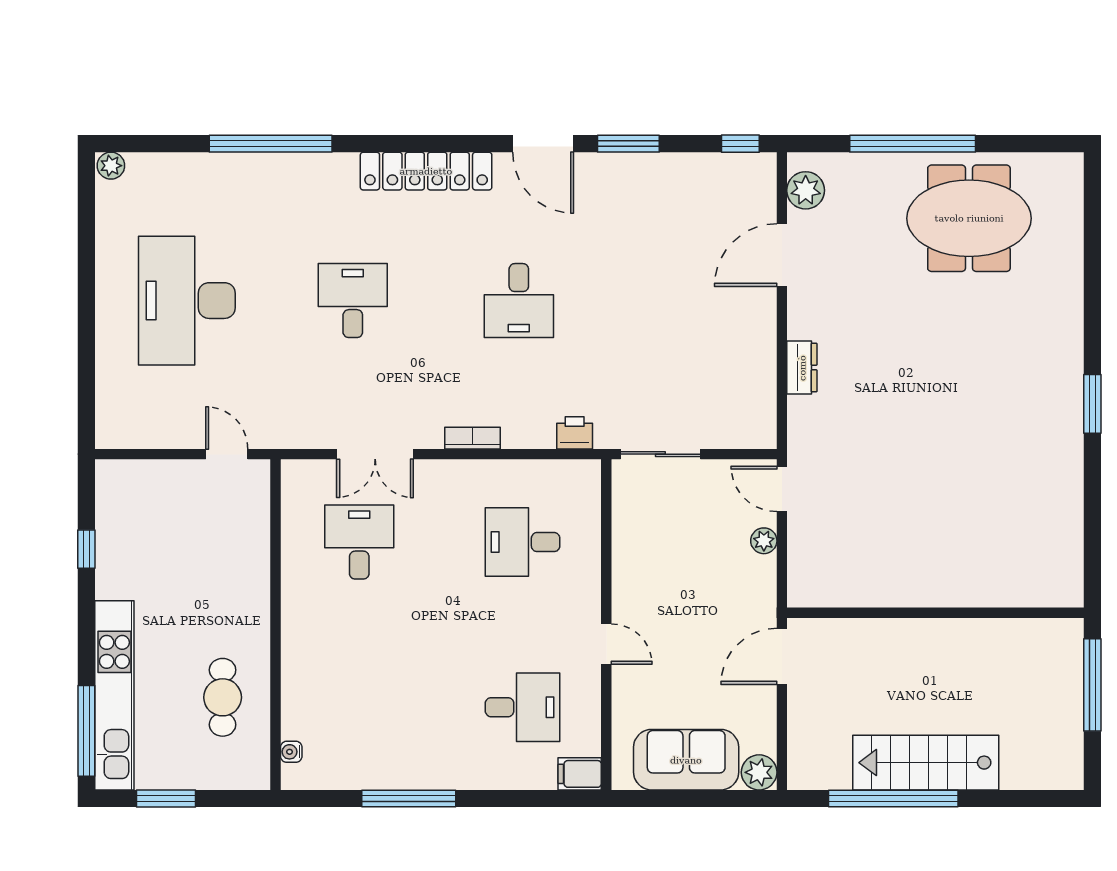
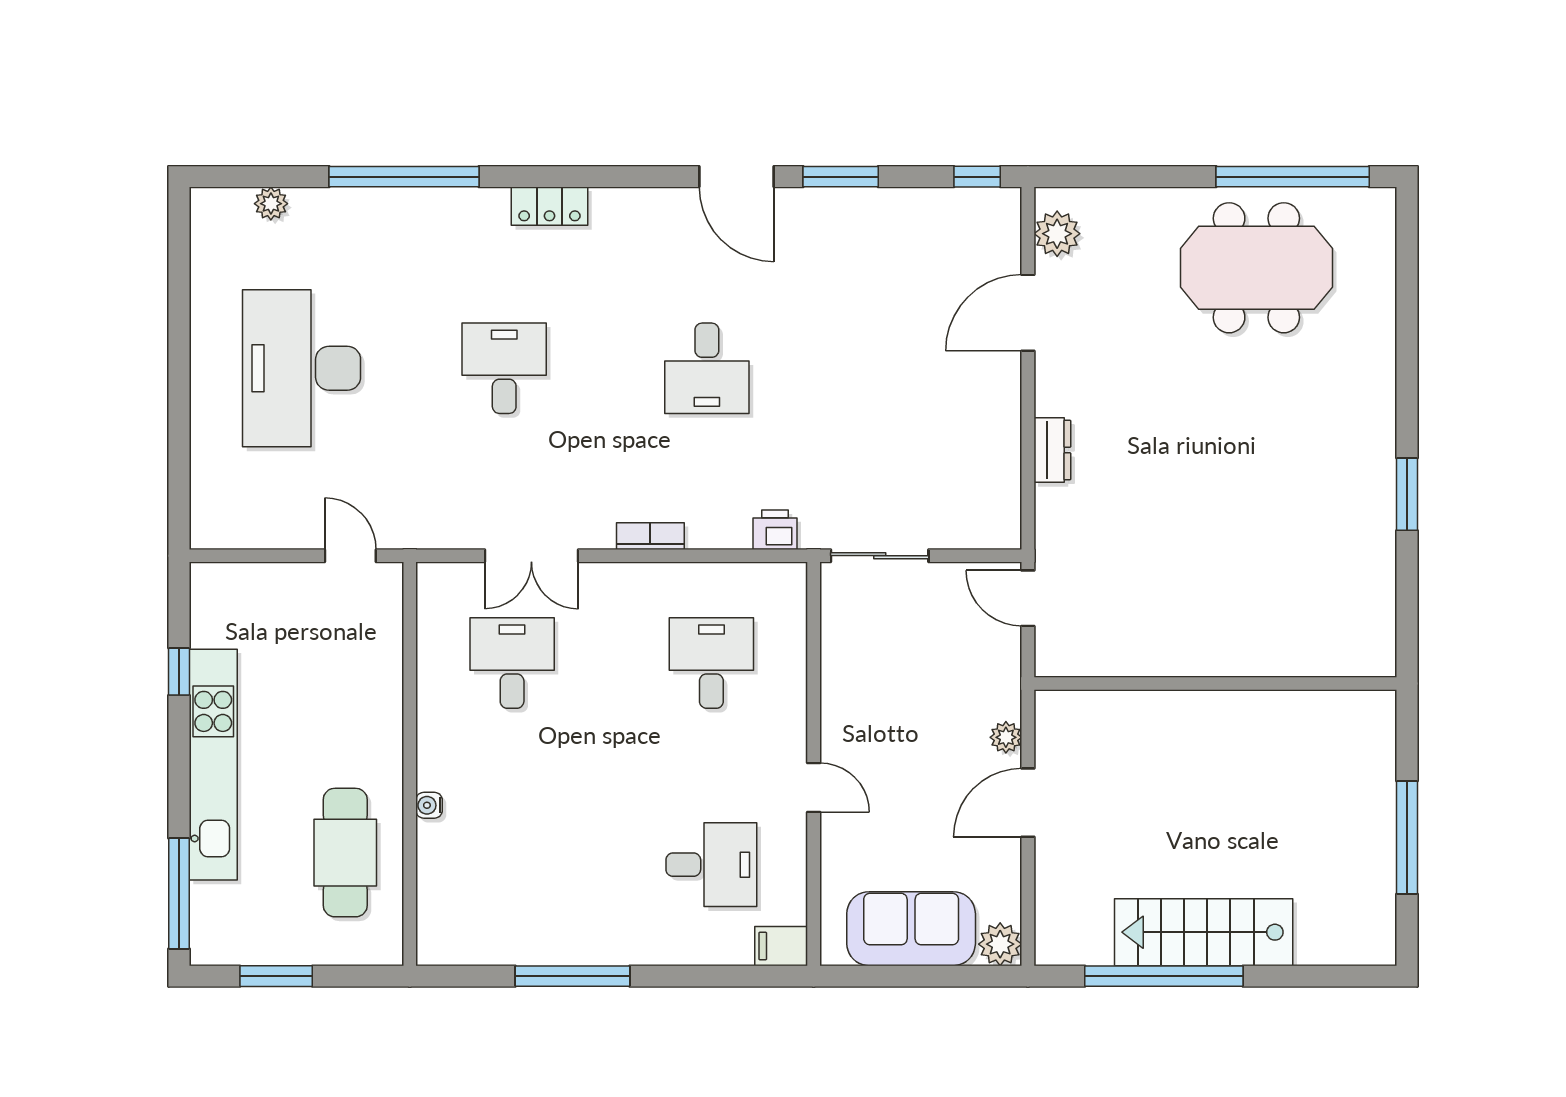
window: (913, 144) -> (1293, 177), moved
plant: (111, 166) -> (271, 204), moved
locker: (426, 171) -> (549, 206), width x0.46, depth x0.83
plant: (764, 541) -> (1006, 737), moved
desk: (523, 542) -> (711, 663), turned 90
wall: (935, 613) -> (1215, 683), moved
kitchen unit: (114, 695) -> (213, 765), moved
cafe table: (223, 697) -> (345, 853), width x1.37, depth x1.35
water cooler: (291, 752) -> (429, 805), moved

